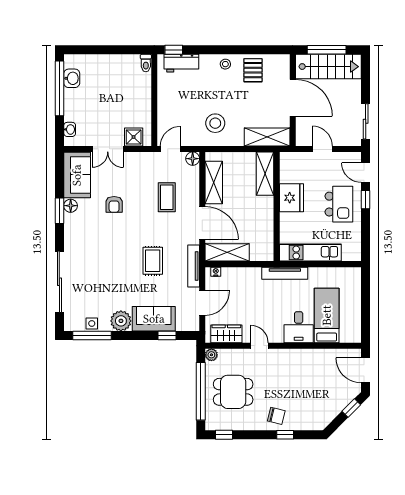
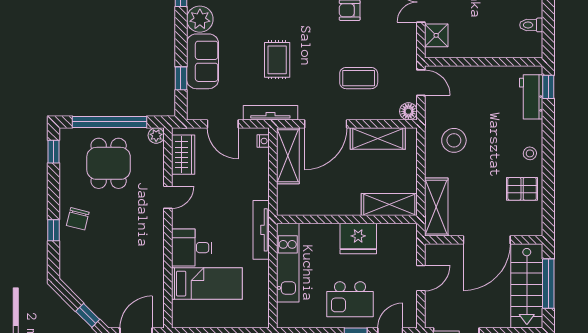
toilet: (146, 63) -> (531, 25), moved
rug: (153, 261) -> (277, 60), turned 90

